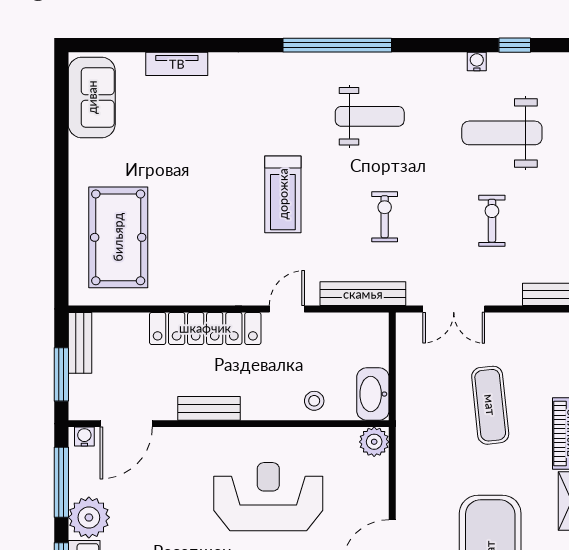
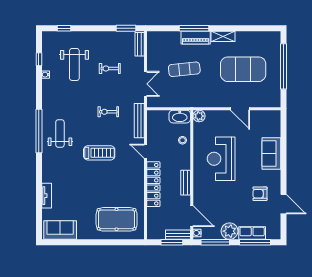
weight bench: (370, 116) -> (60, 134), moved
bench: (80, 343) -> (178, 235), moved

